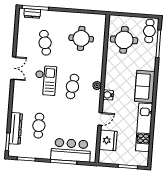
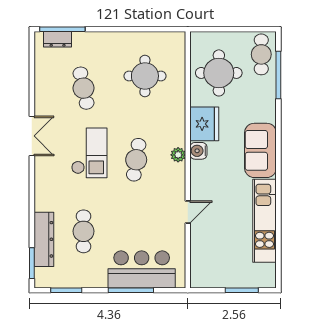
water cooler: (108, 95) -> (198, 151), moved
fridge: (108, 140) -> (204, 124), moved

